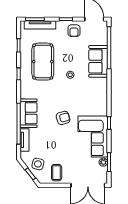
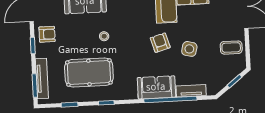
side table: (38, 164) -> (189, 49), moved

